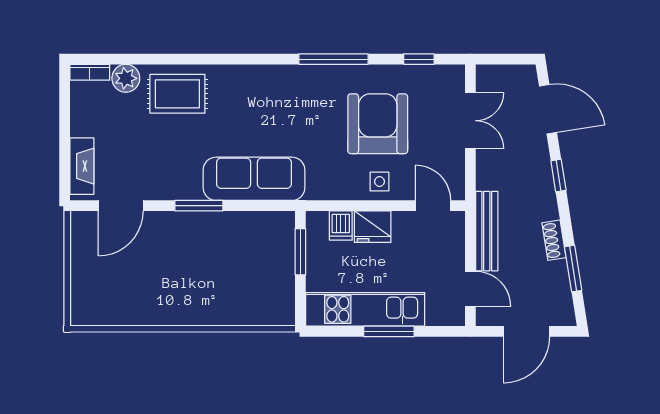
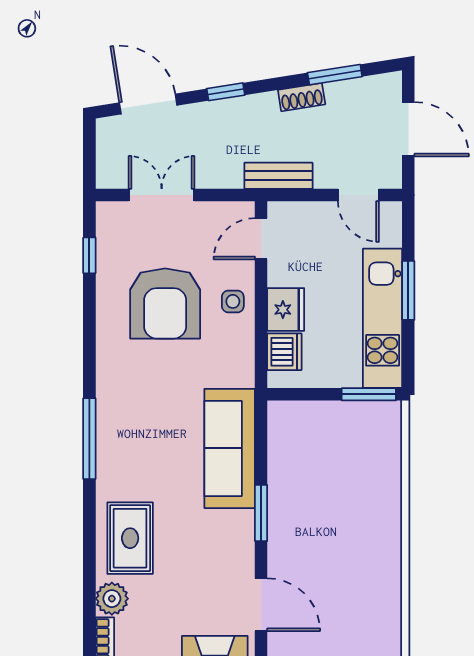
window: (333, 59) -> (89, 439), moved
door: (548, 109) -> (148, 104), hinge flipped
armchair: (378, 124) -> (165, 304), turned -90
dishwasher: (341, 226) -> (284, 352), width x1.38
bench: (487, 231) -> (278, 176), width x0.73
window: (300, 252) -> (369, 394), moved
door: (470, 289) -> (358, 195), swing flipped

